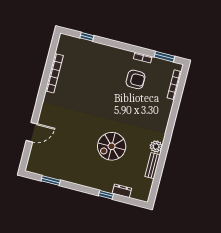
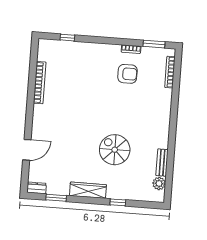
spiral stairs: (112, 146) -> (115, 150), turned 90
plant: (156, 146) -> (159, 183), moved
wardrobe: (81, 179) -> (88, 190), added
dresser: (122, 191) -> (37, 188), moved

